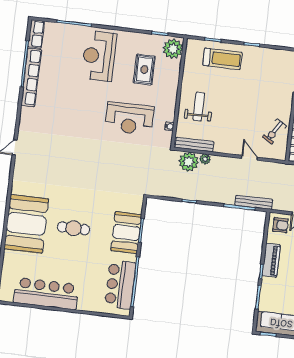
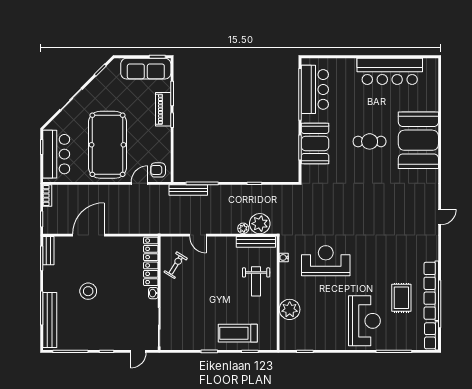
plant: (173, 49) -> (290, 309), moved
rug: (144, 70) -> (401, 298), moved
piano: (271, 260) -> (163, 109), moved

